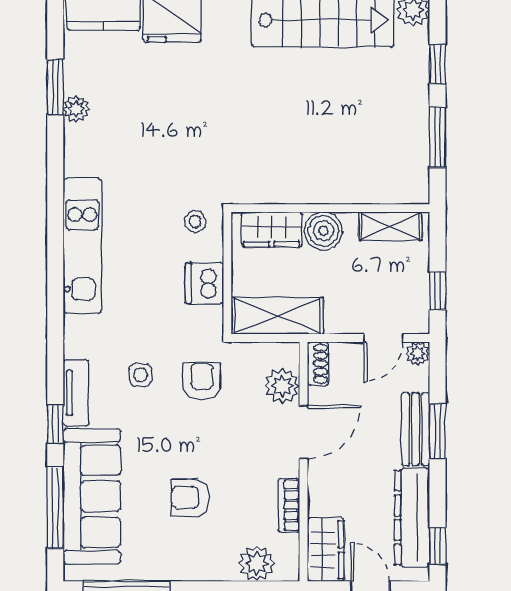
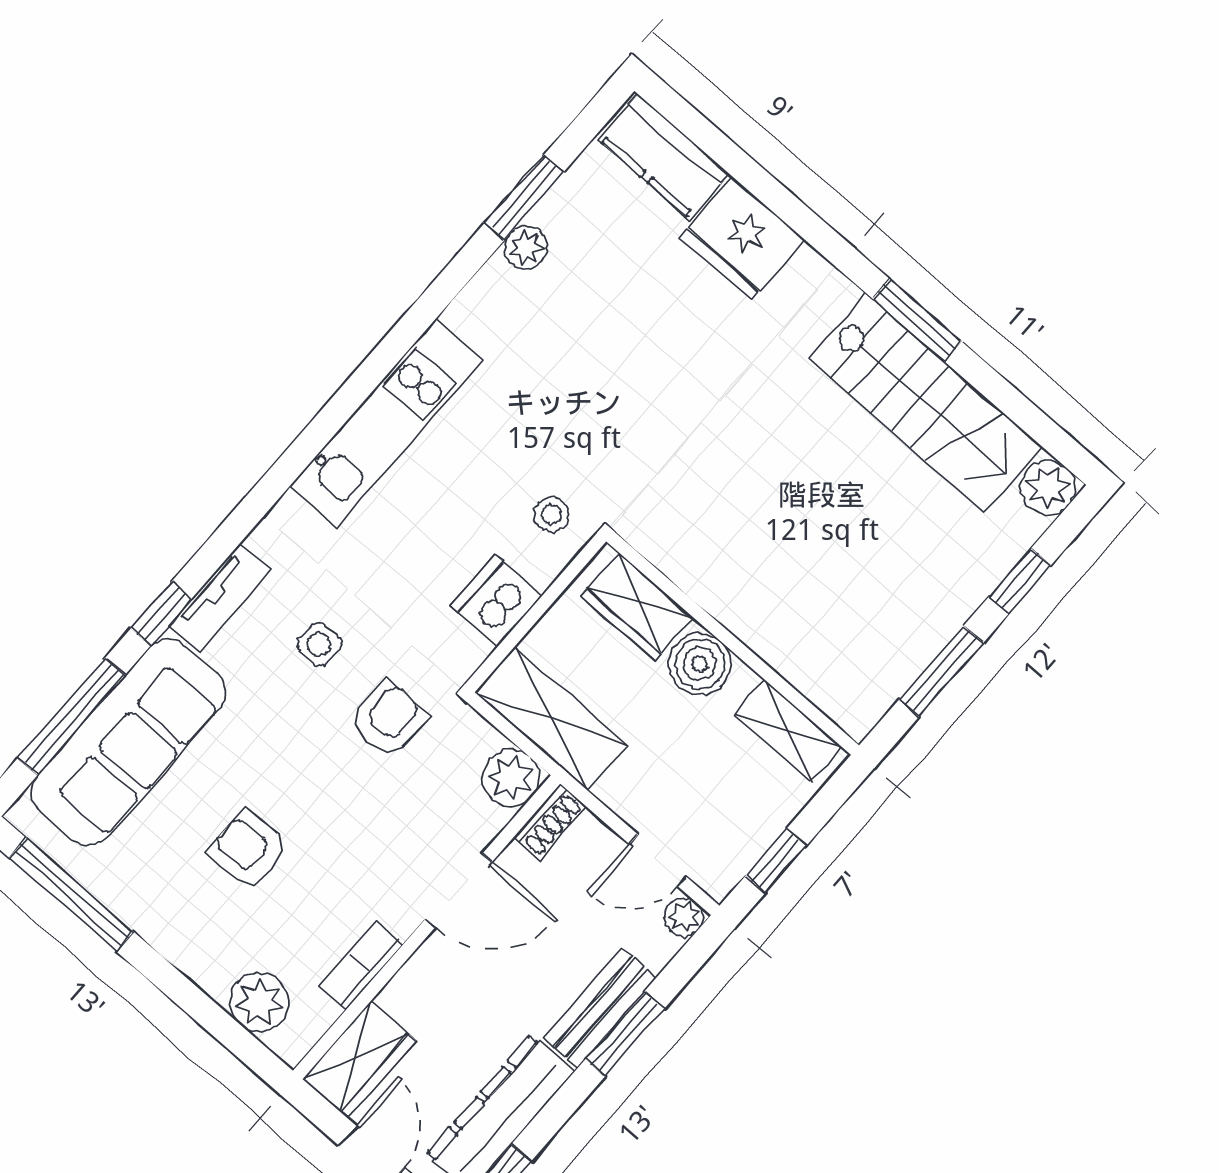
plant: (282, 386) -> (511, 778), moved

